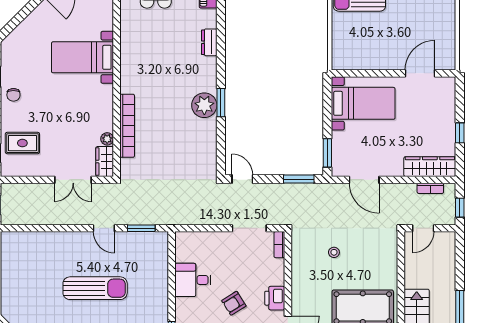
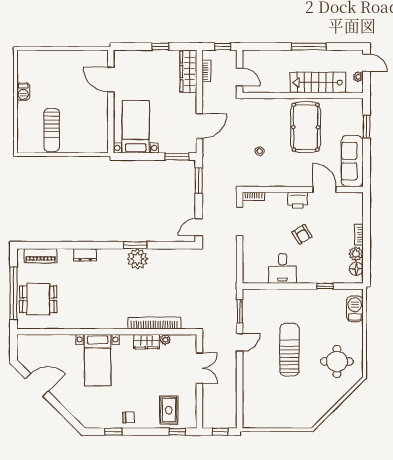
wardrobe: (105, 162) -> (146, 342), moved

